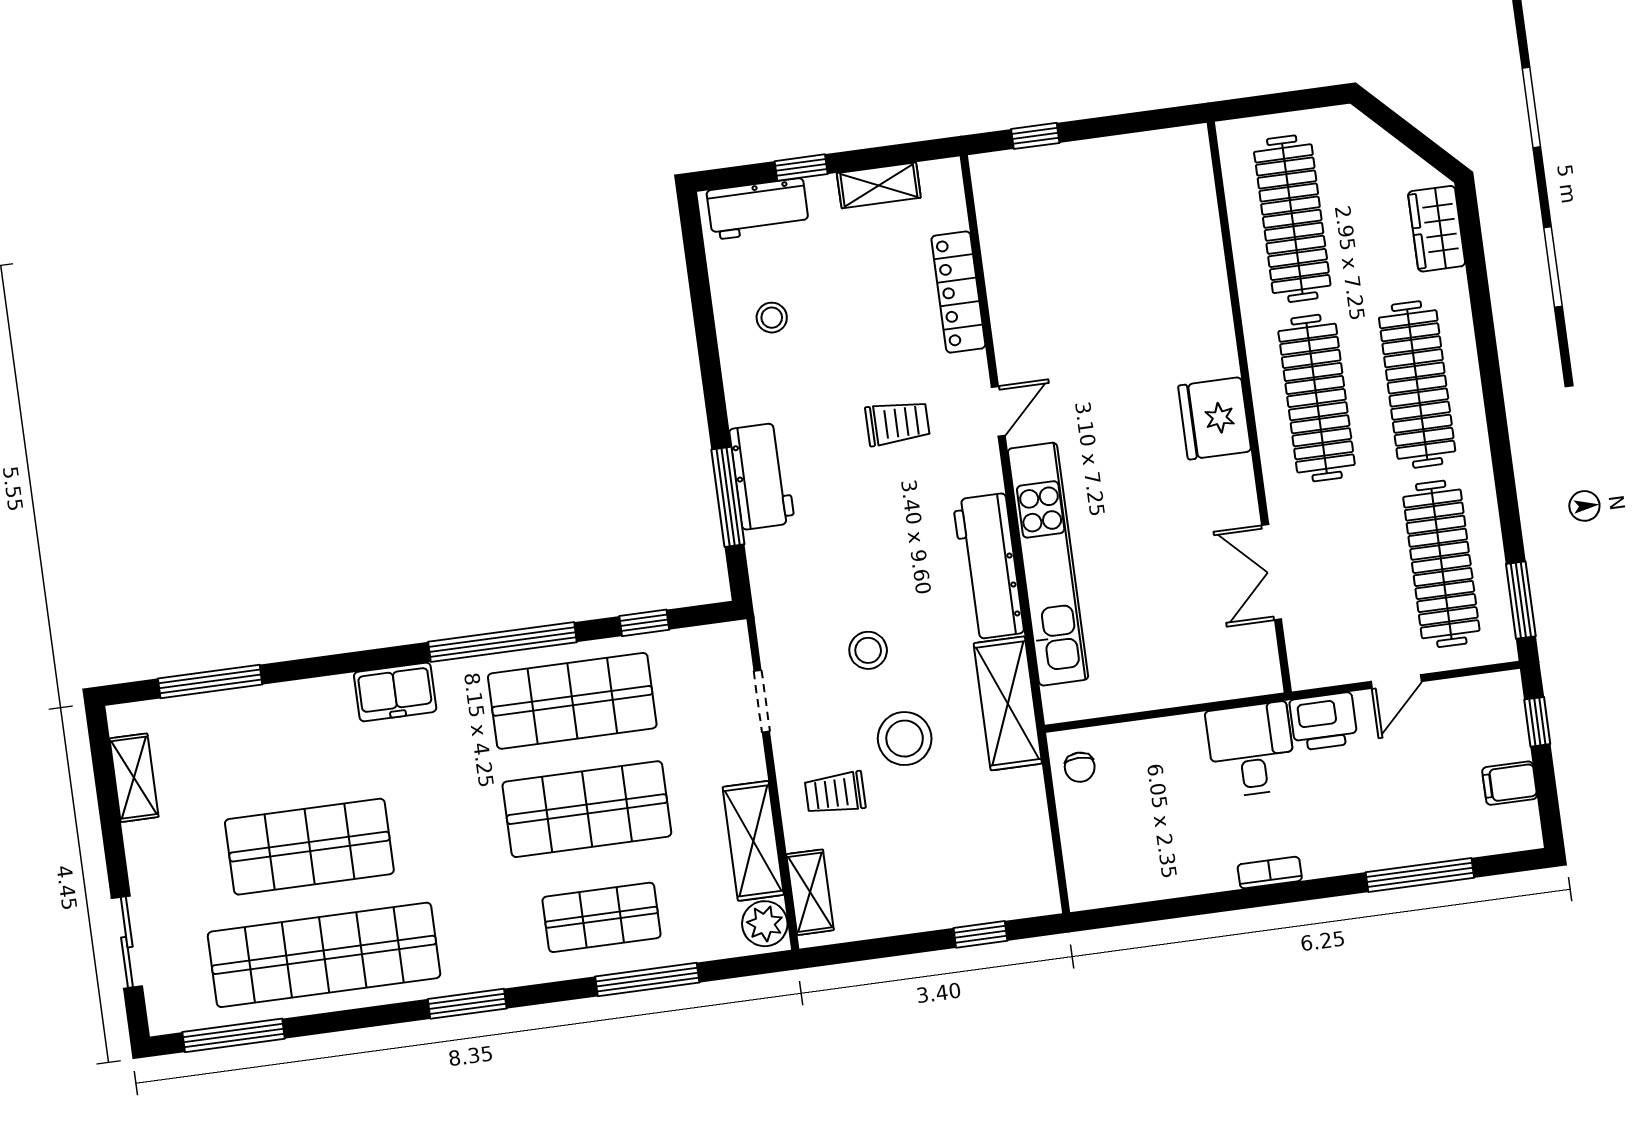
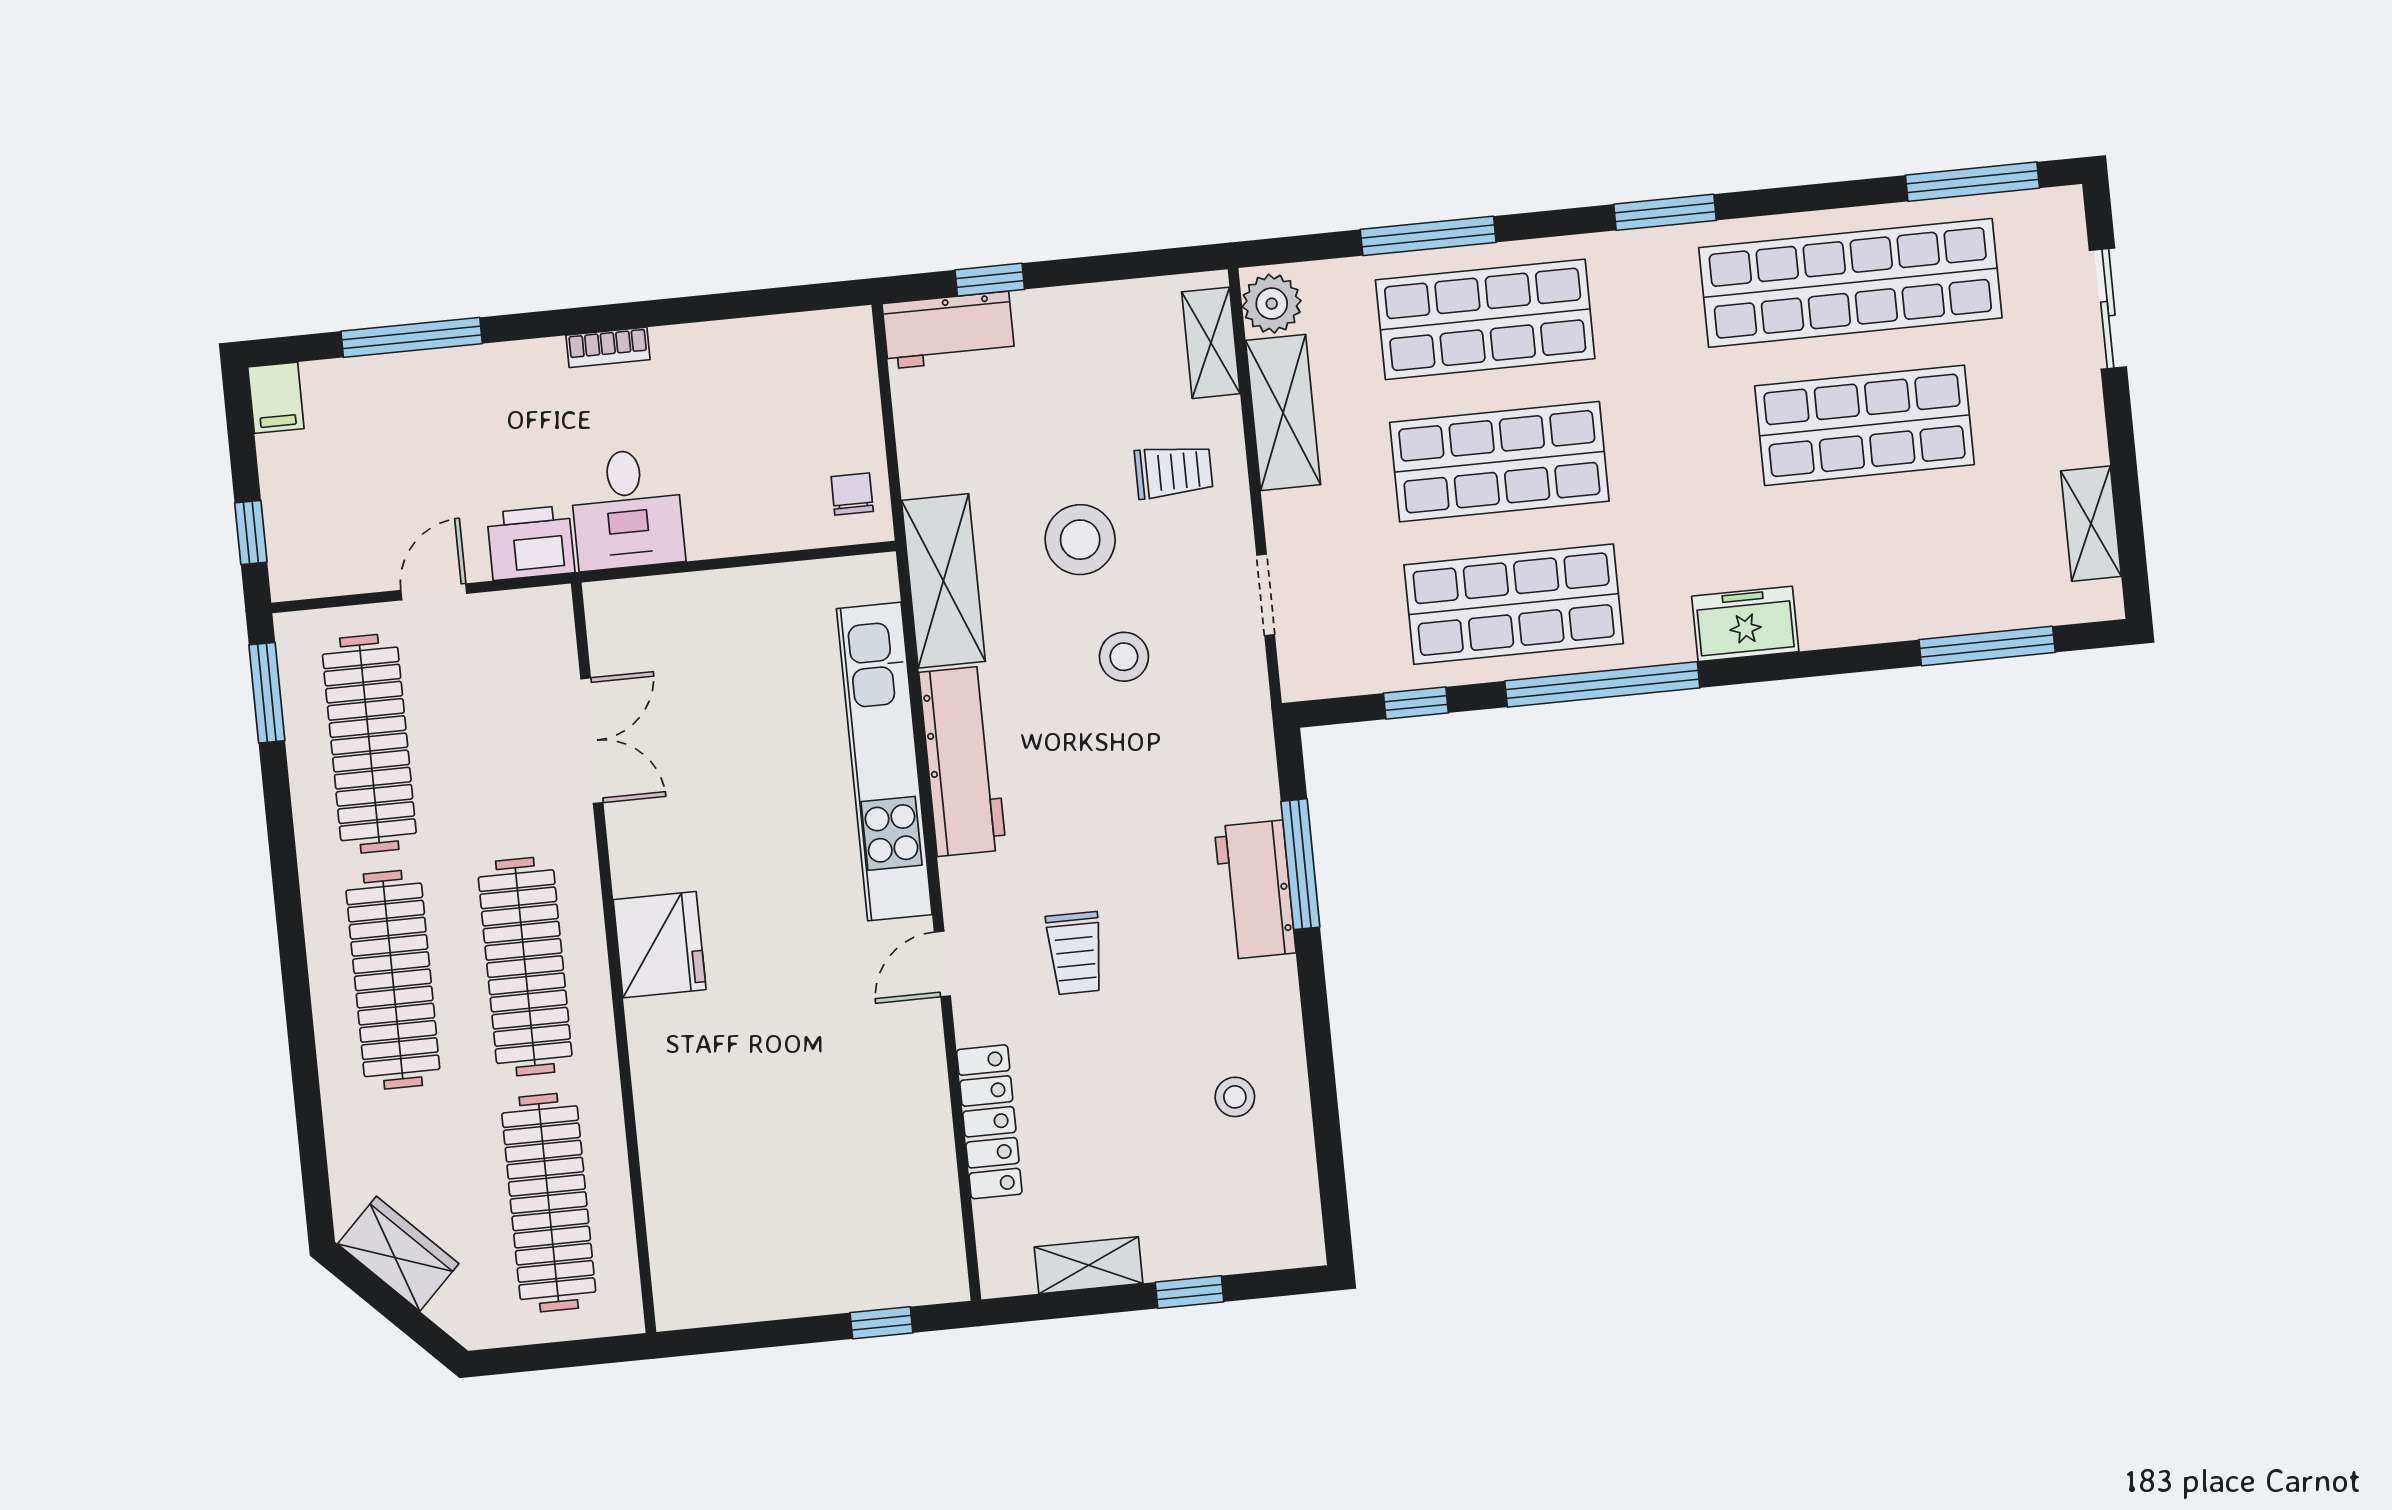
workbench: (758, 209) -> (949, 330), moved, turned 180
wardrobe: (1437, 229) -> (398, 1254), moved, turned -45
trolley: (897, 423) -> (1075, 953), turned -90
filing cabinet: (1510, 783) -> (276, 398), moved, turned 90
shop shelf: (602, 917) -> (1485, 319), width x1.43, depth x1.36

